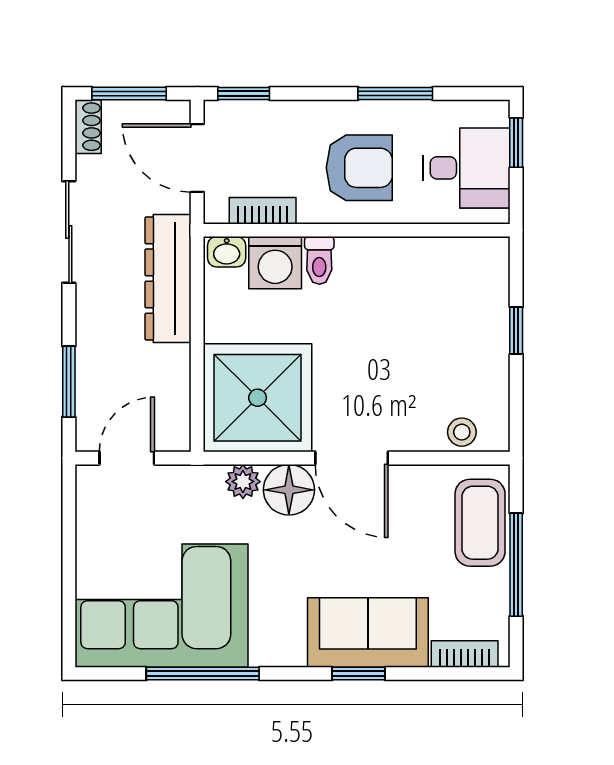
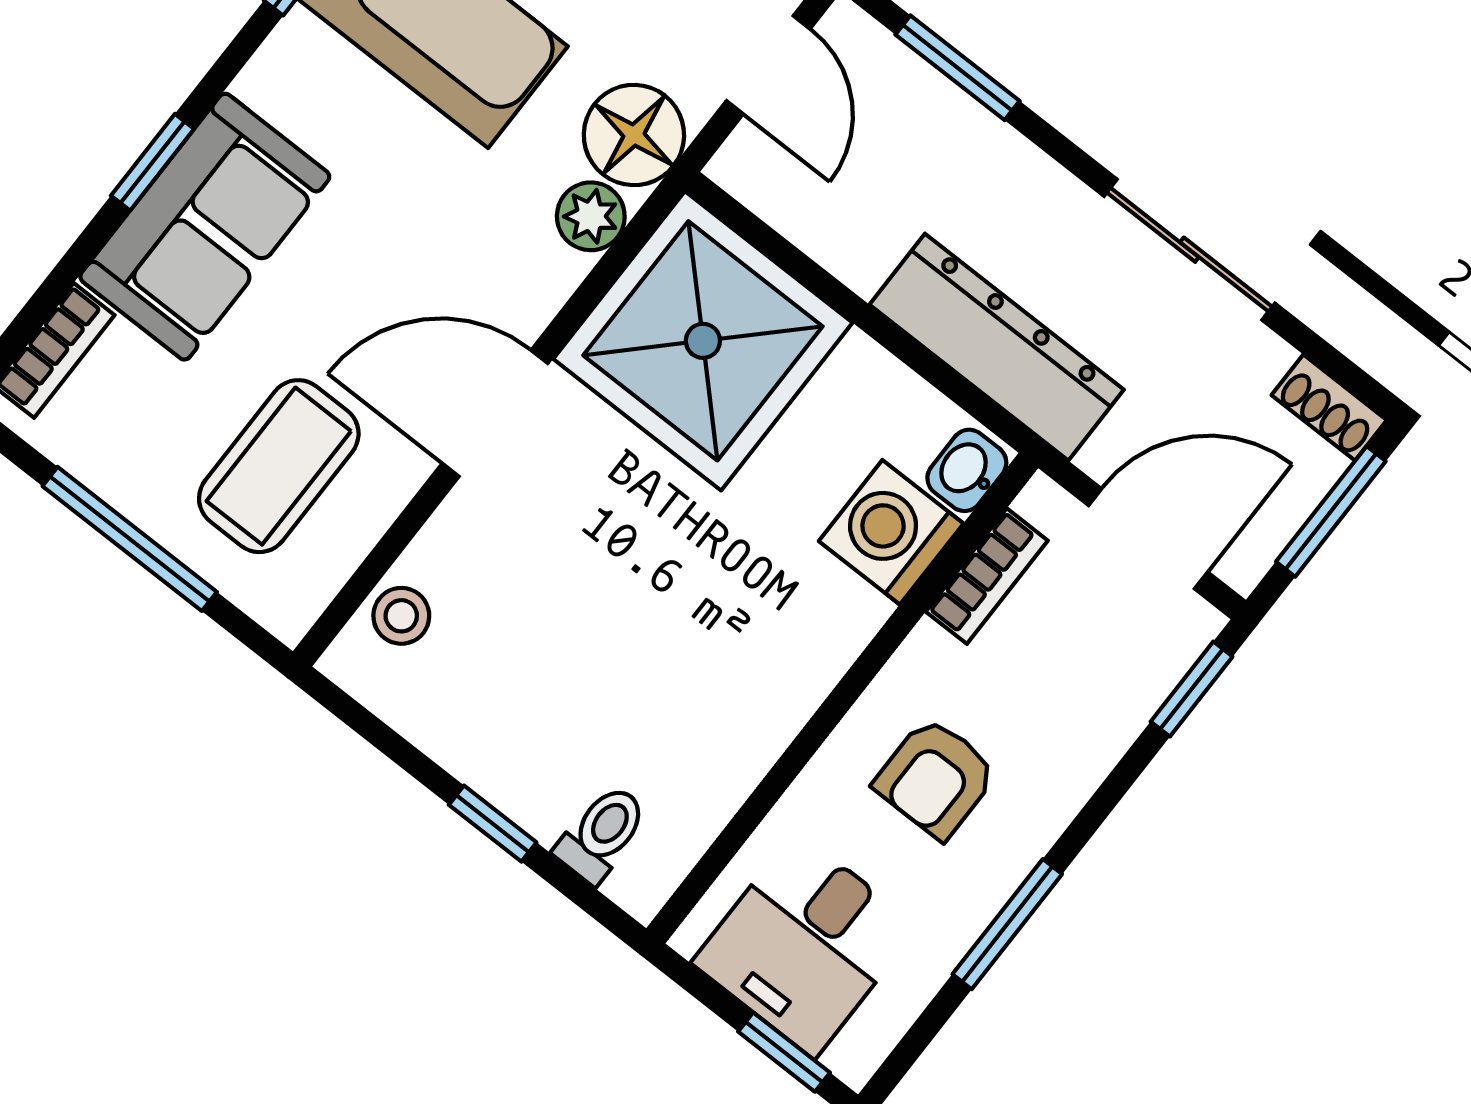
armchair: (359, 168) -> (936, 778), width x0.72, depth x0.72
toilet: (319, 260) -> (602, 834), moved, turned 90
floor lamp: (289, 490) -> (634, 135), moved
coffee table: (480, 523) -> (279, 466), moved, turned 90

